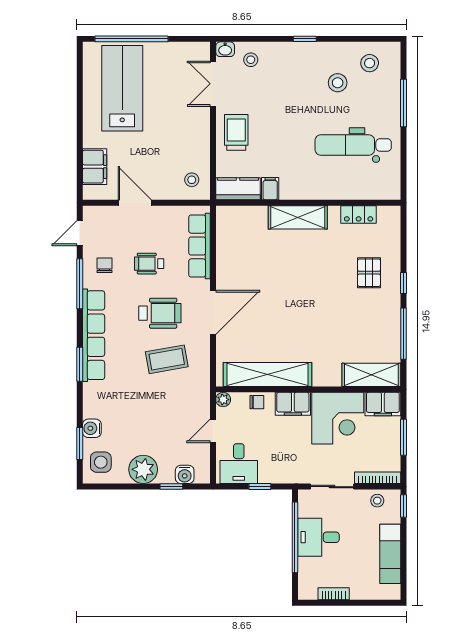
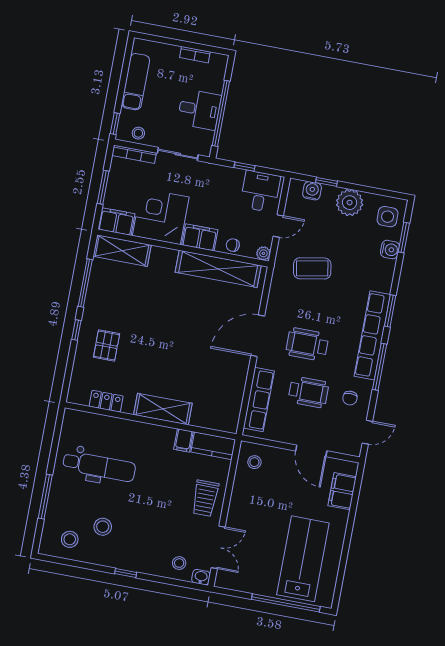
lab bench: (122, 88) -> (303, 559), turned 180
wheelchair: (149, 264) -> (308, 392), width x1.36, depth x1.37
window: (80, 284) -> (380, 367), moved
coffee table: (167, 359) -> (312, 268), moved

